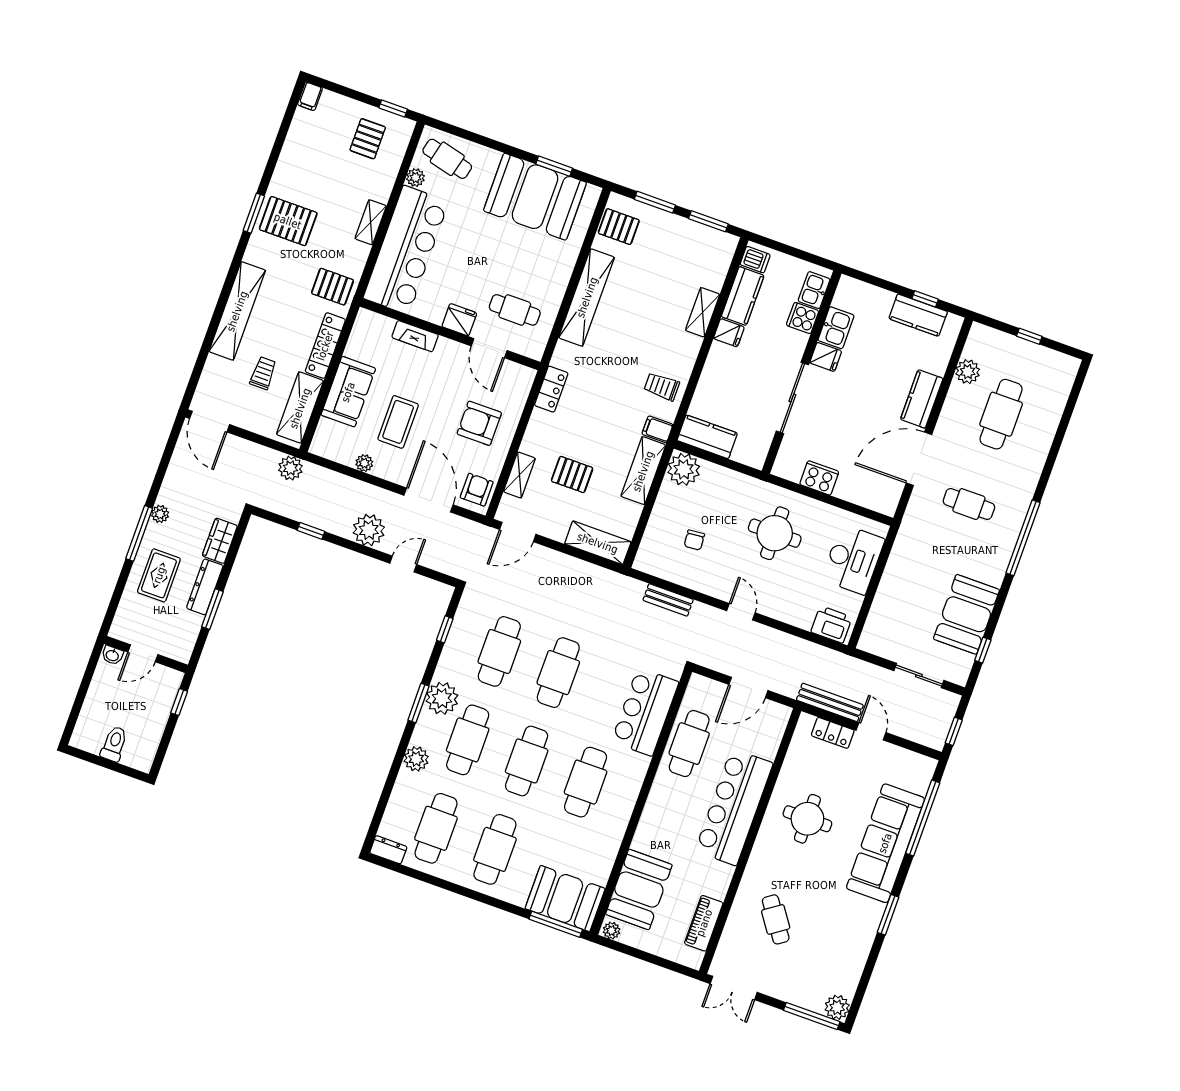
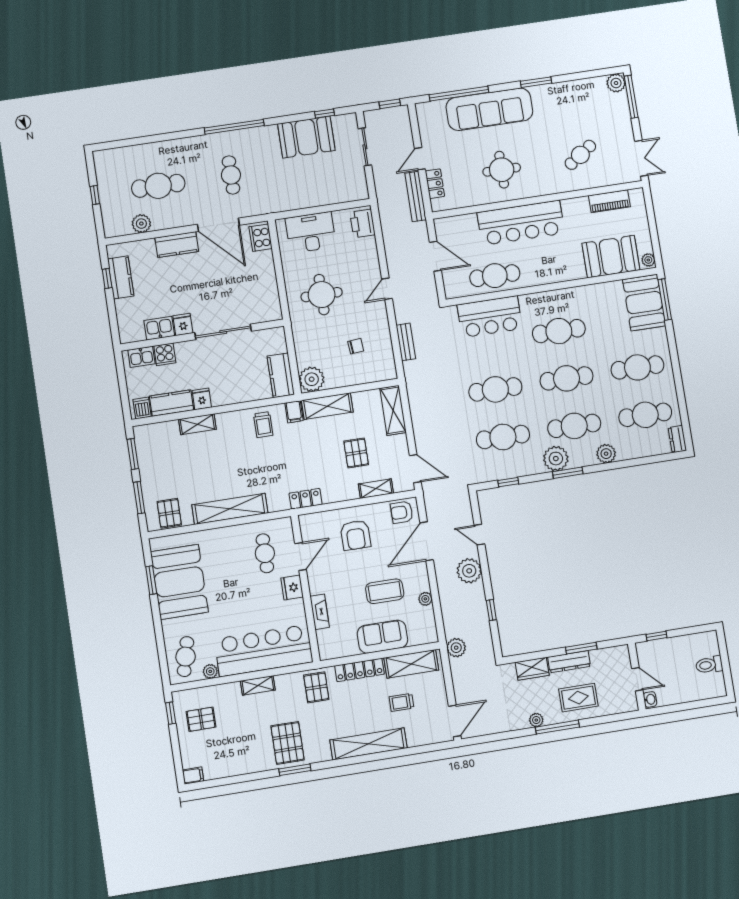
cooker: (819, 478) -> (261, 238), moved

